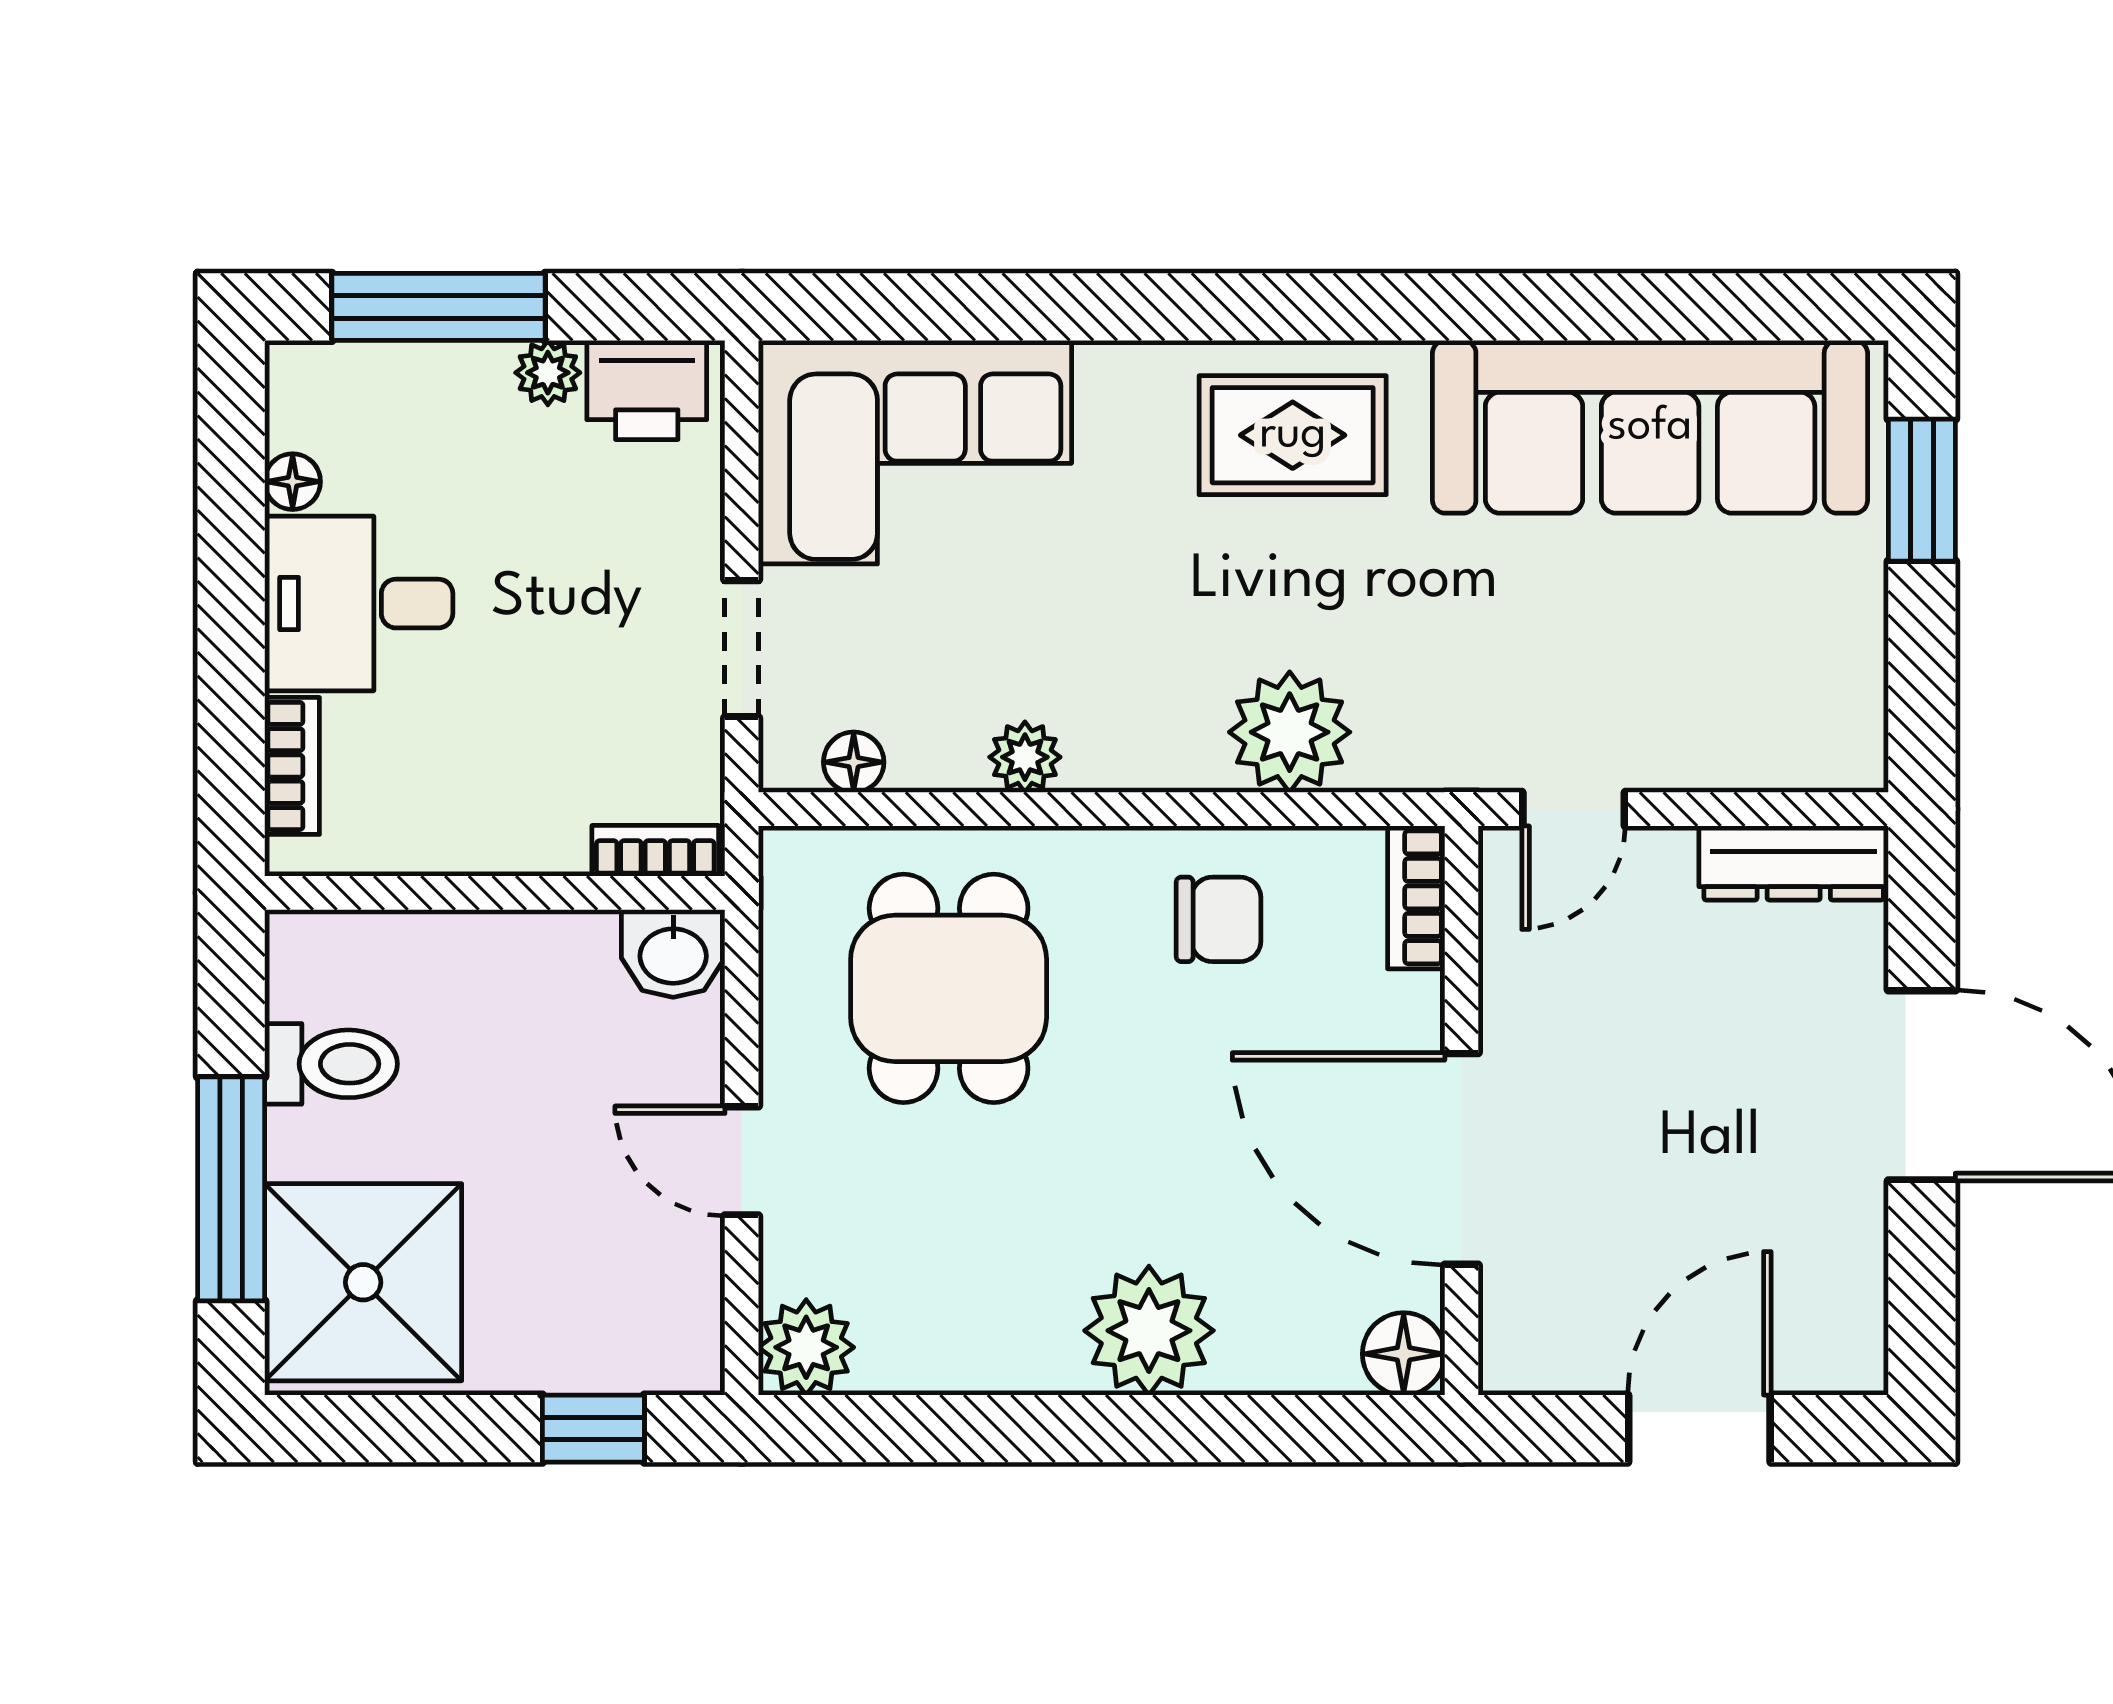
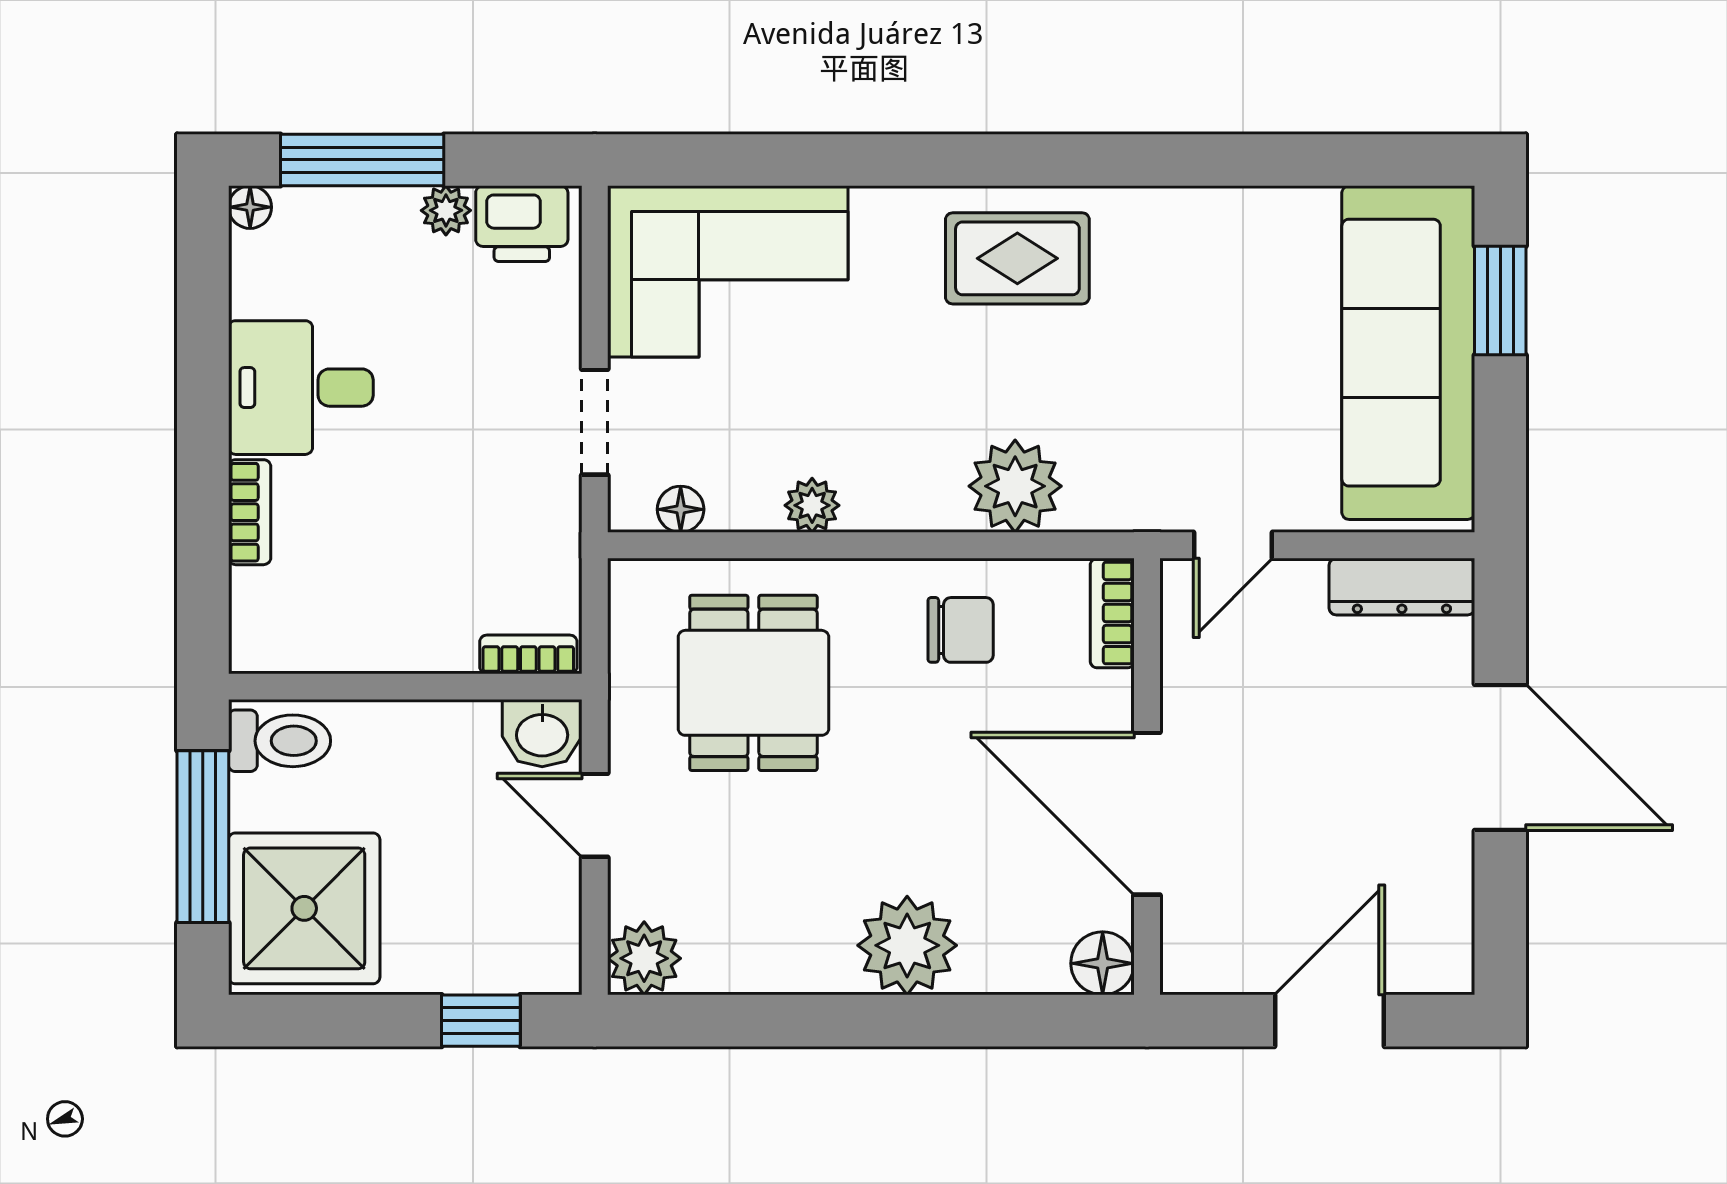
sofa: (1650, 427) -> (1408, 353), moved, turned 90
floor lamp: (293, 482) -> (250, 207), moved
bookcase: (655, 851) -> (528, 654), moved
wall: (495, 893) -> (405, 687), moved
washbasin: (673, 953) -> (542, 733), moved

